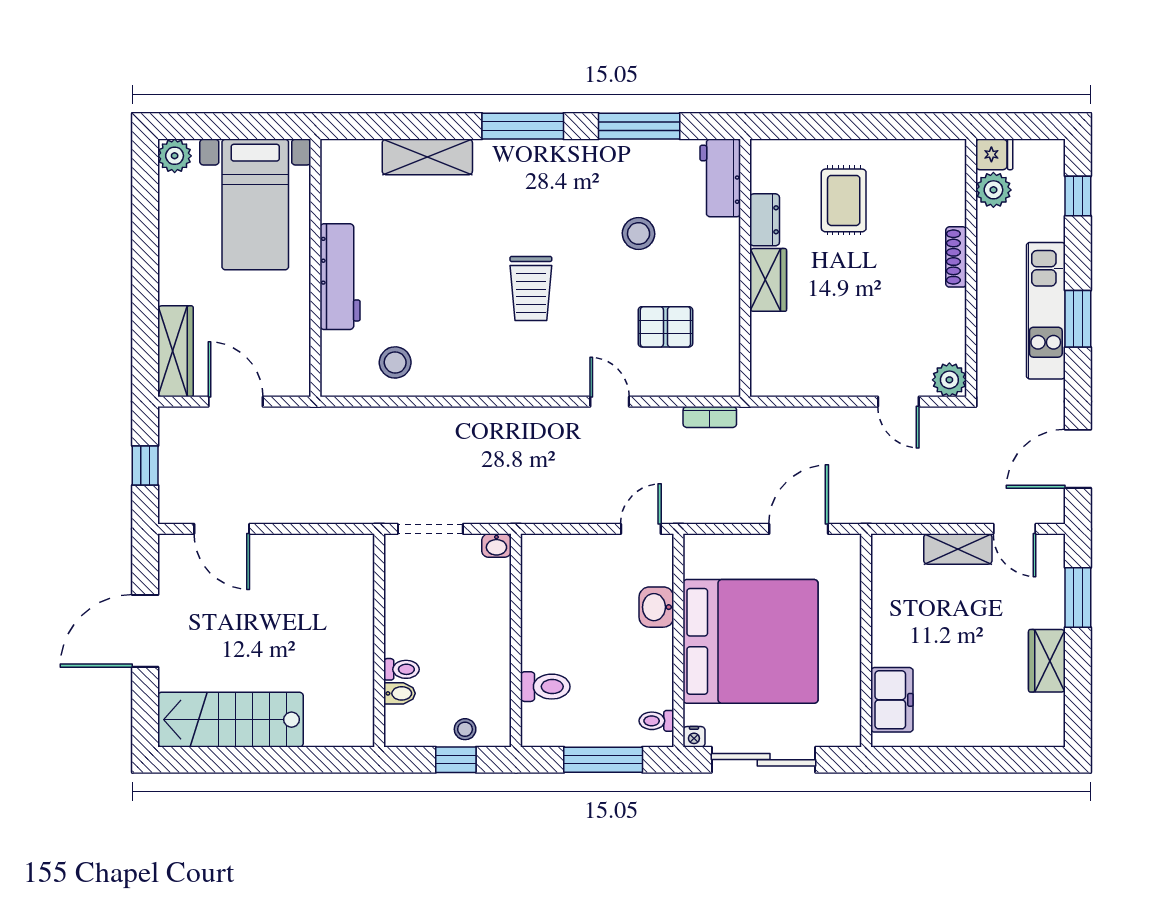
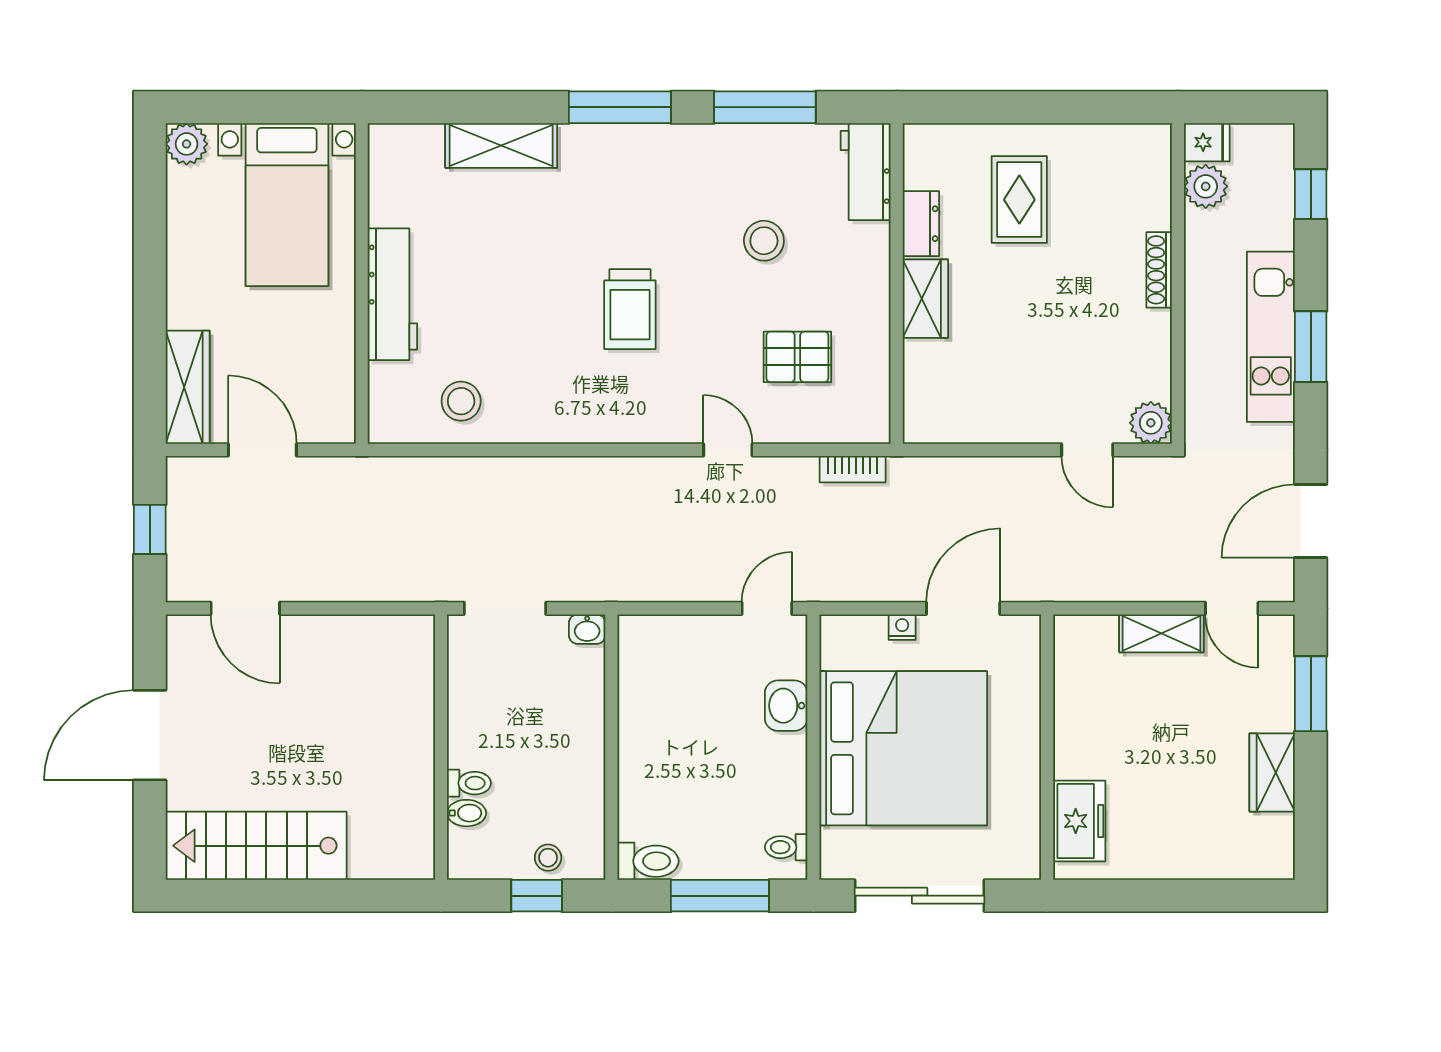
toilet: (545, 687) -> (648, 861), moved
nightstand: (694, 737) -> (902, 627), moved, turned 180

